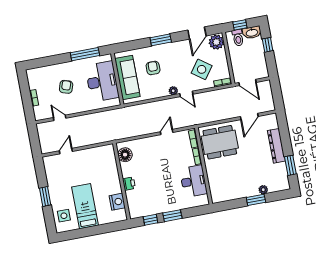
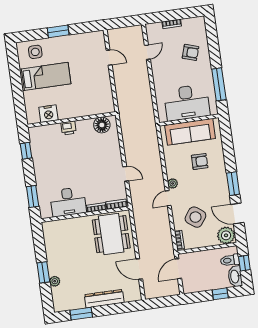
window: (161, 40) -> (233, 184), moved
armchair: (66, 87) -> (190, 52), moved
window: (172, 216) -> (33, 196), moved

